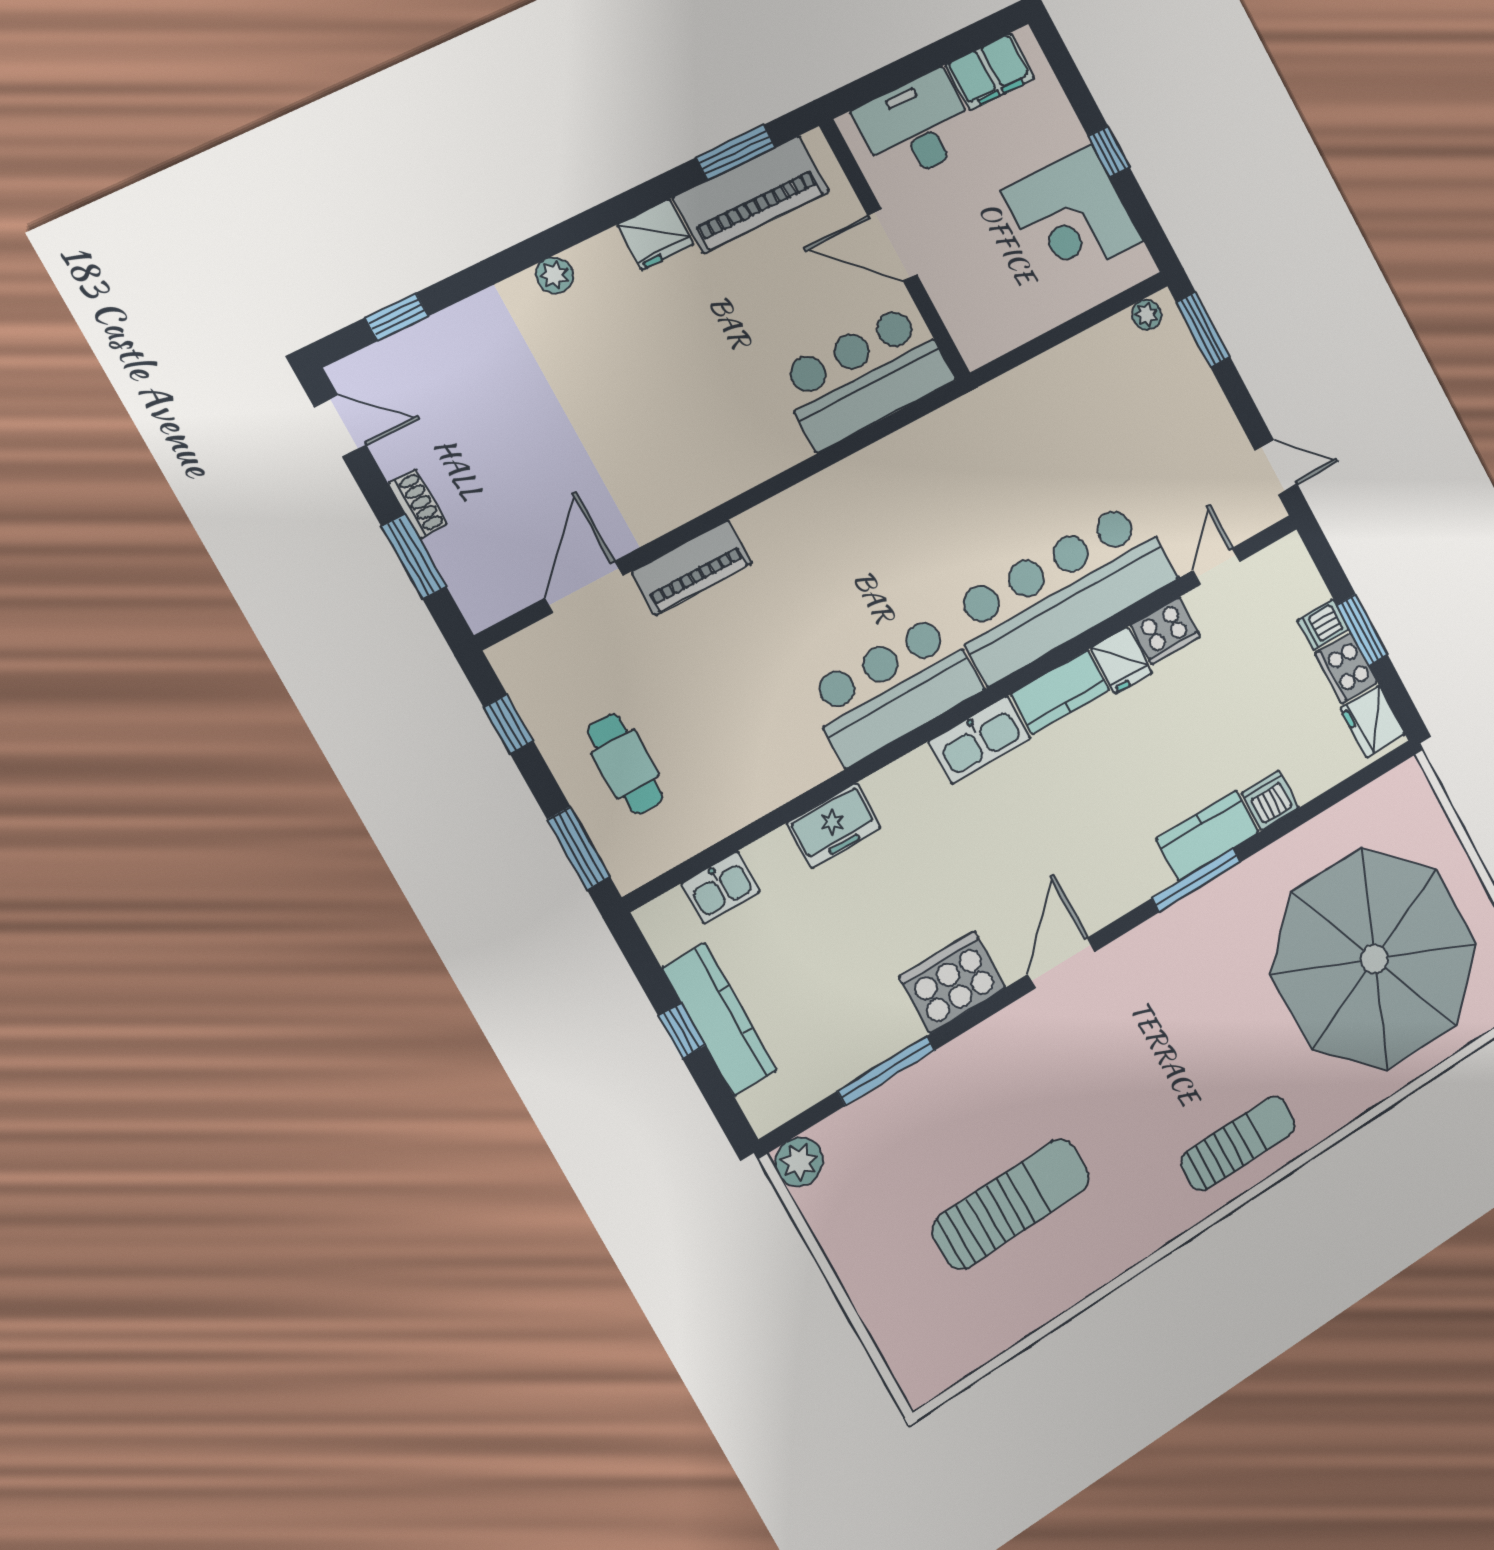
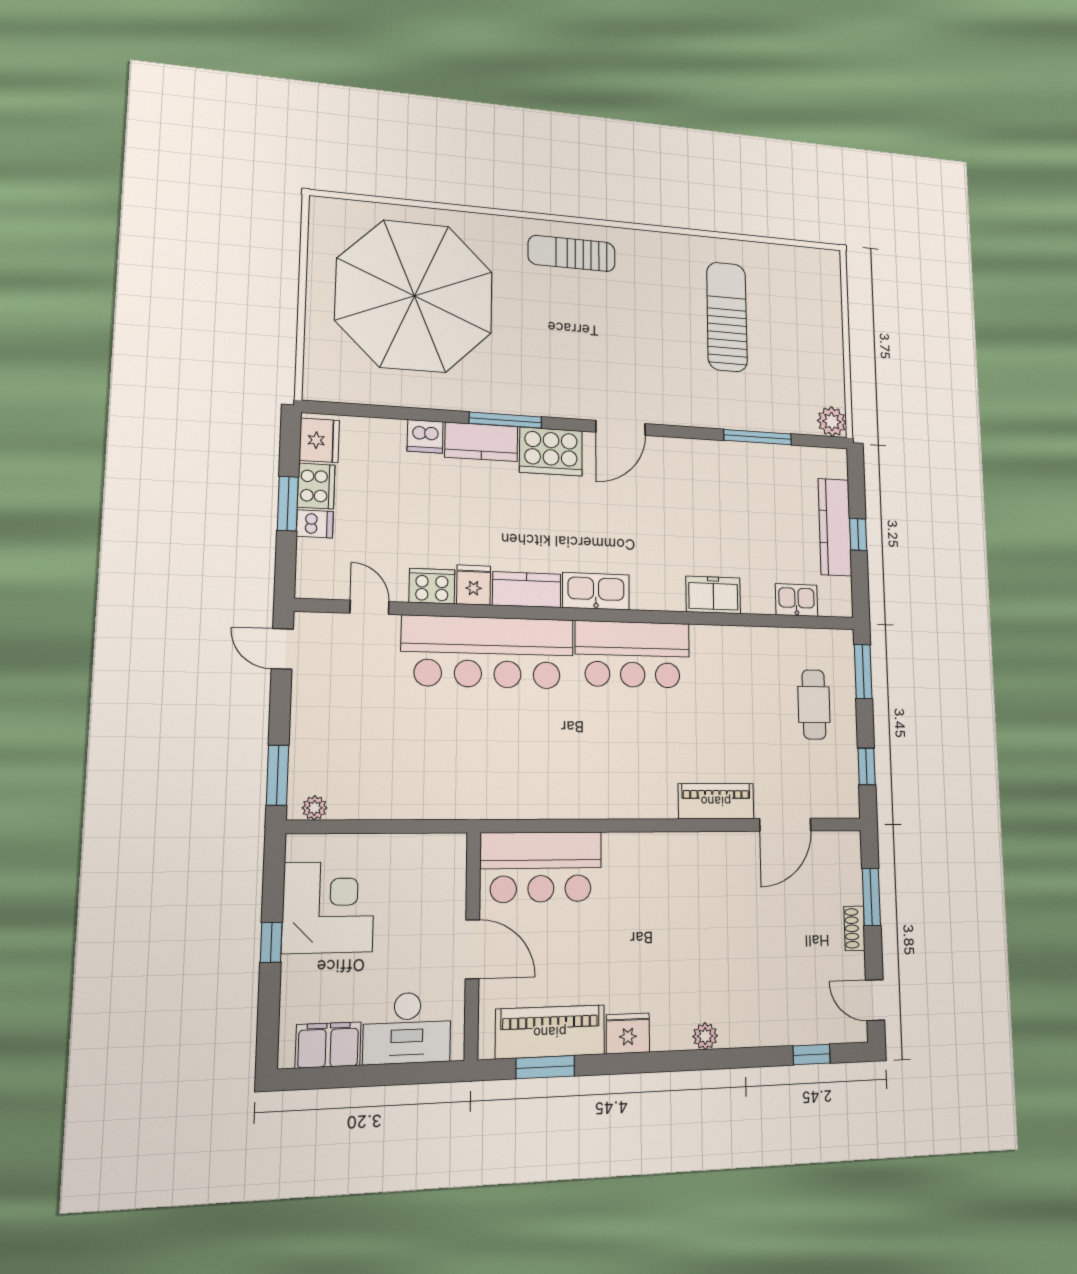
door: (1216, 566) -> (370, 607), swing flipped
cooker: (952, 982) -> (551, 451), moved
sun lounger: (1011, 1204) -> (727, 317), turned 91

